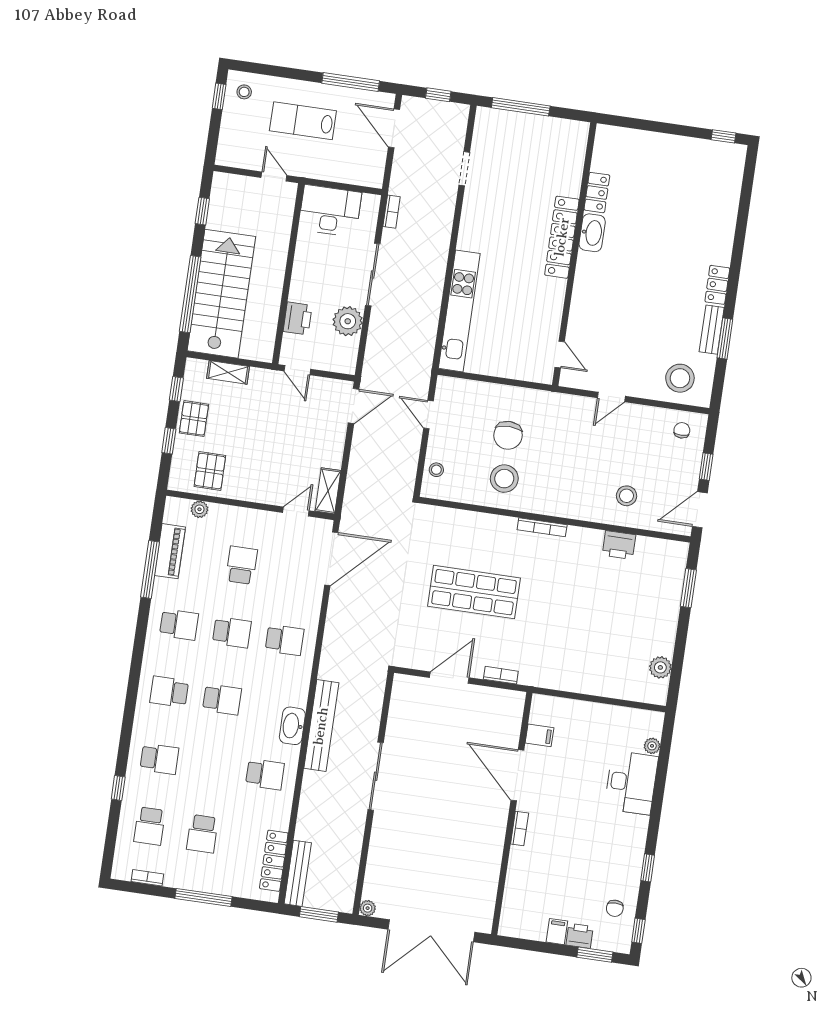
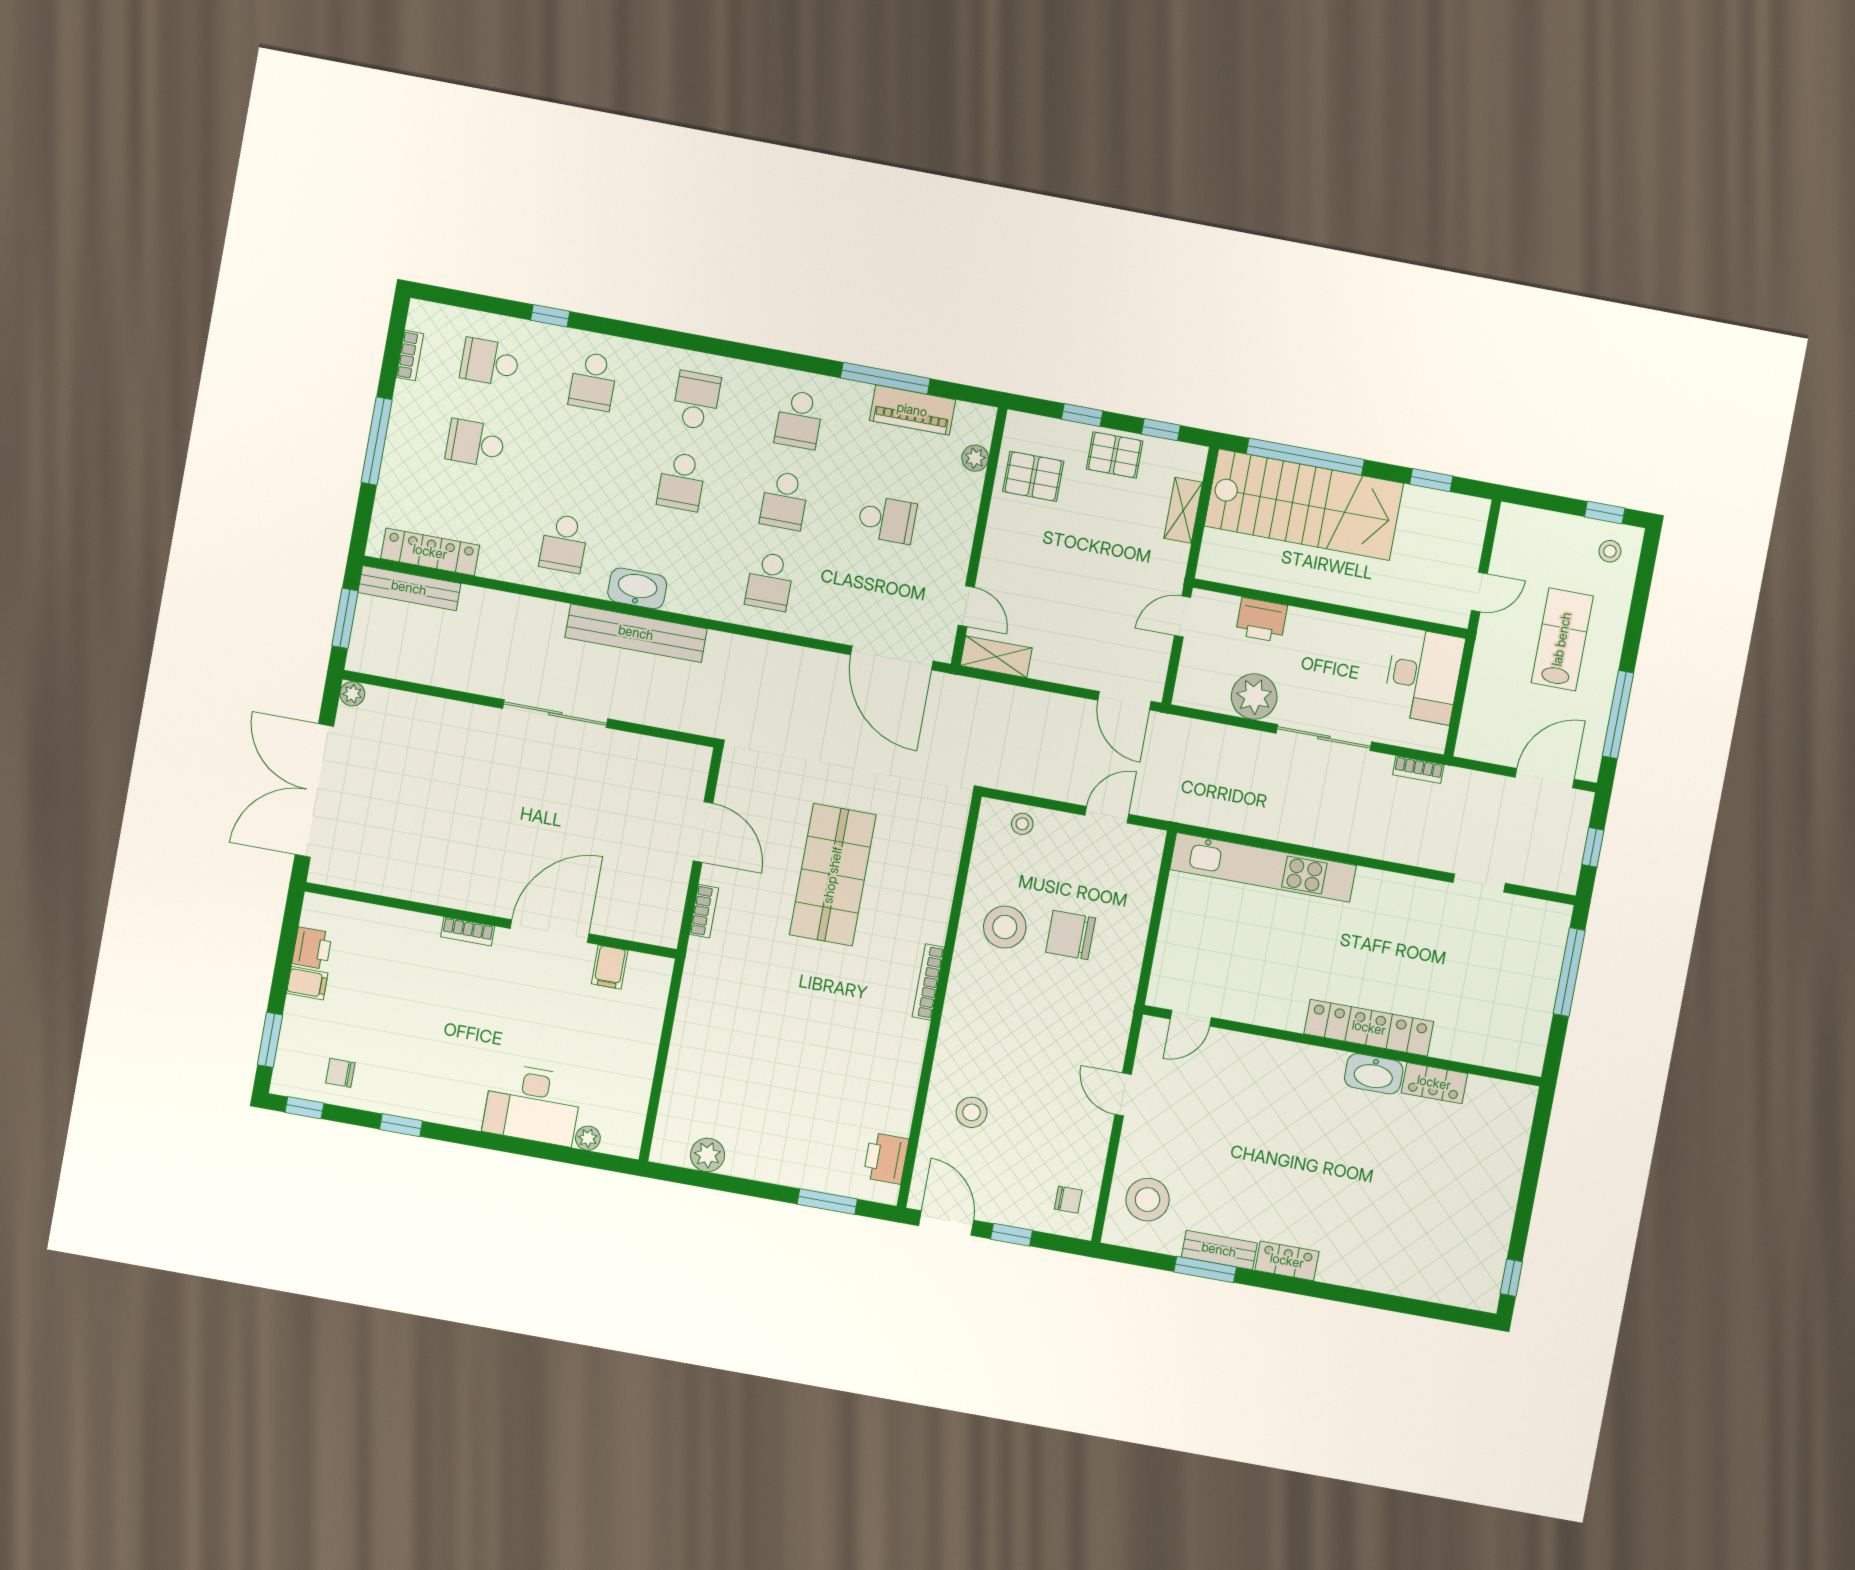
printer: (619, 545) -> (886, 1158), moved
printer: (580, 936) -> (312, 948), moved

